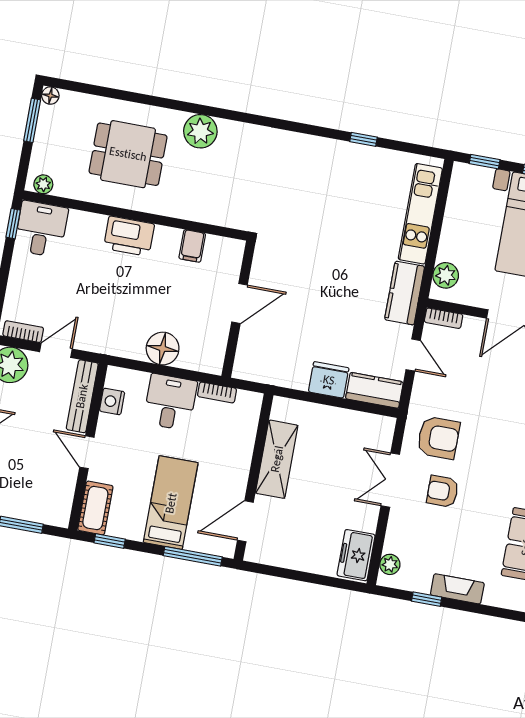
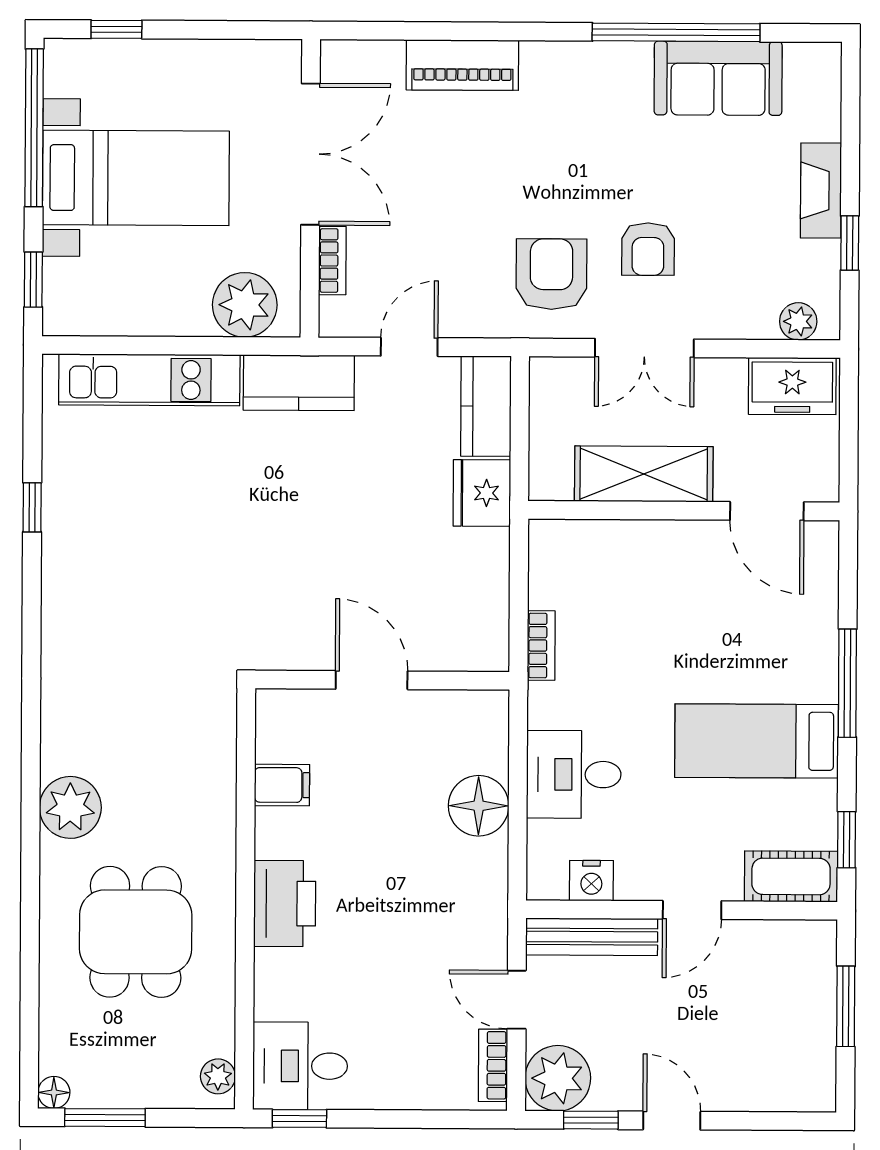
plant: (446, 275) -> (245, 305), width x1.36, depth x1.36
bookcase: (444, 318) -> (332, 261), moved
bookcase: (217, 392) -> (541, 646), moved
shelving: (277, 459) -> (644, 474), moved
wall: (253, 477) -> (684, 511), moved
door: (245, 521) -> (767, 511), moved

